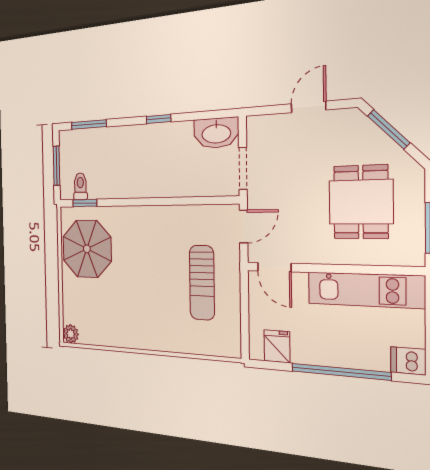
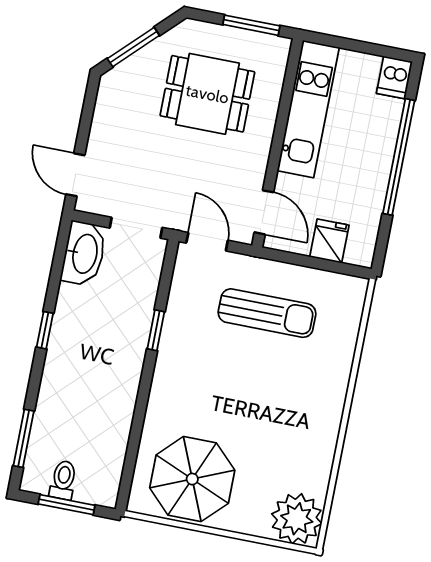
door: (308, 107) -> (75, 175), moved
toilet: (80, 186) -> (63, 480), moved, turned 90
window: (85, 203) -> (156, 330), moved
door: (274, 267) -> (264, 212), hinge flipped
plant: (71, 334) -> (297, 519), width x1.88, depth x1.88
fridge: (277, 346) -> (329, 241), moved, turned 90

